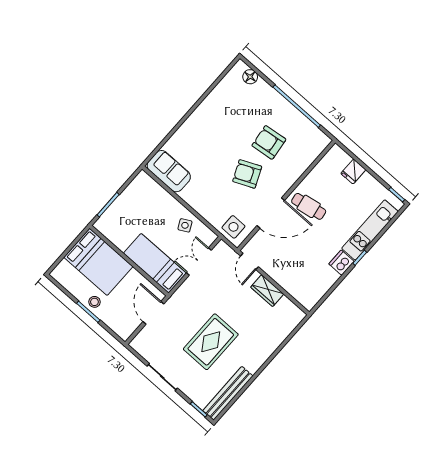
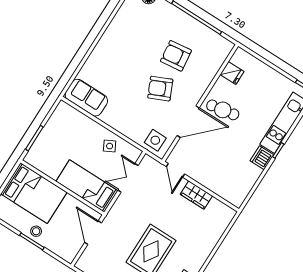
fridge: (353, 171) -> (232, 73), moved, turned -90

